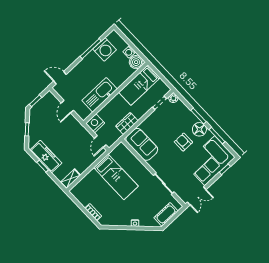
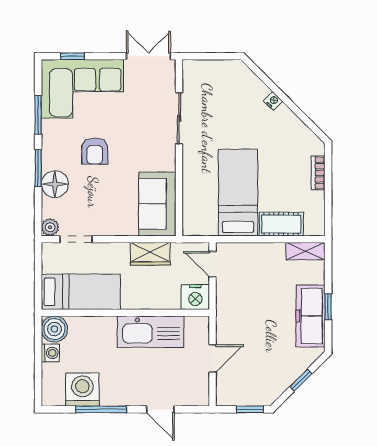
door: (60, 78) -> (160, 409), moved
floor lamp: (199, 129) -> (55, 184), moved
door: (100, 141) -> (213, 264), swing flipped
cot: (166, 214) -> (281, 224), moved

